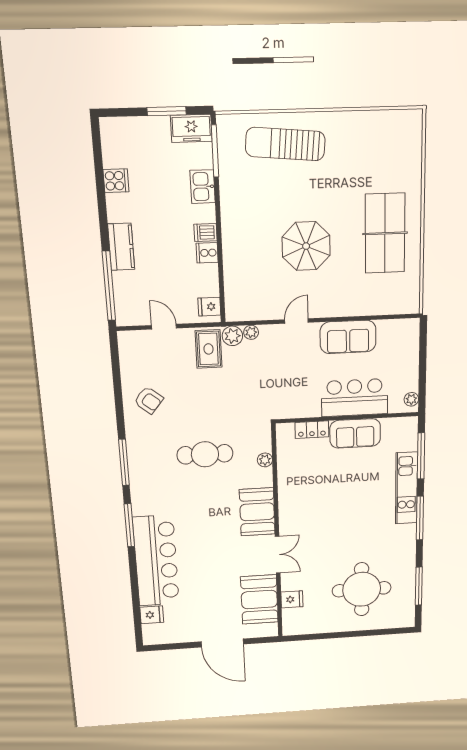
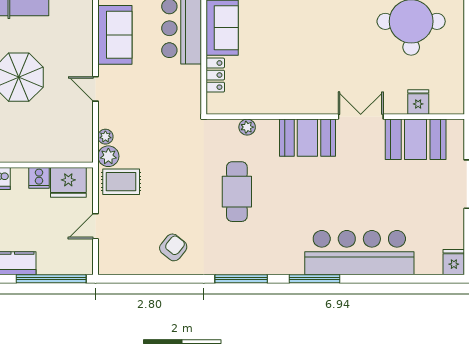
cooker: (207, 253) -> (39, 178), moved
fridge: (209, 307) -> (68, 182), width x1.88, depth x1.34
fridge: (152, 615) -> (454, 262), moved

